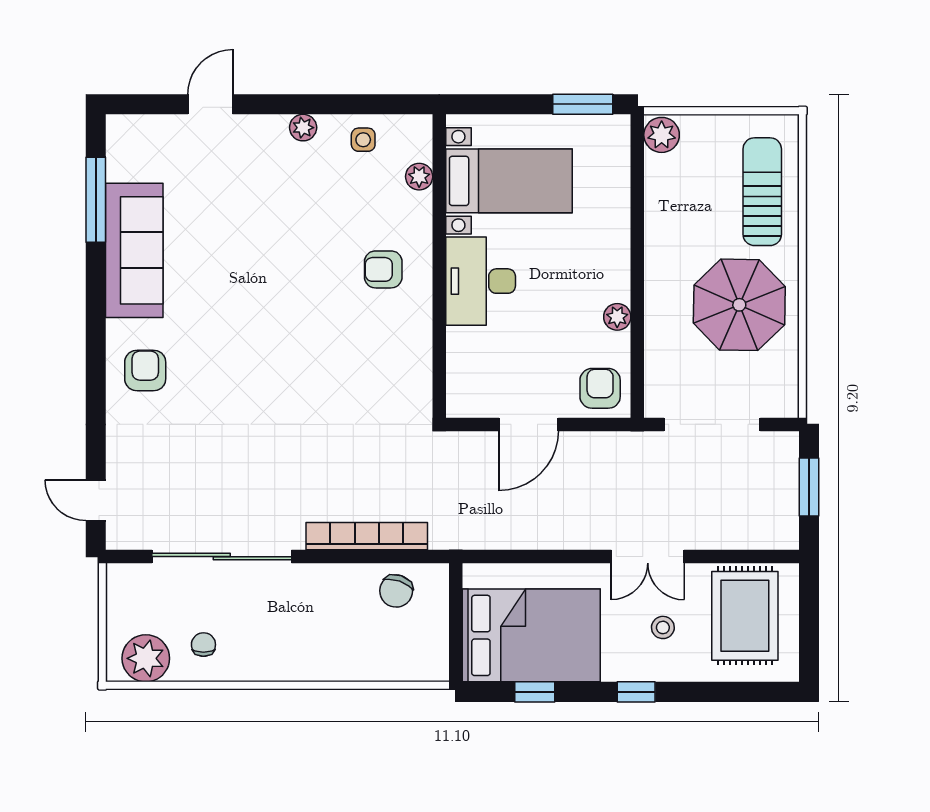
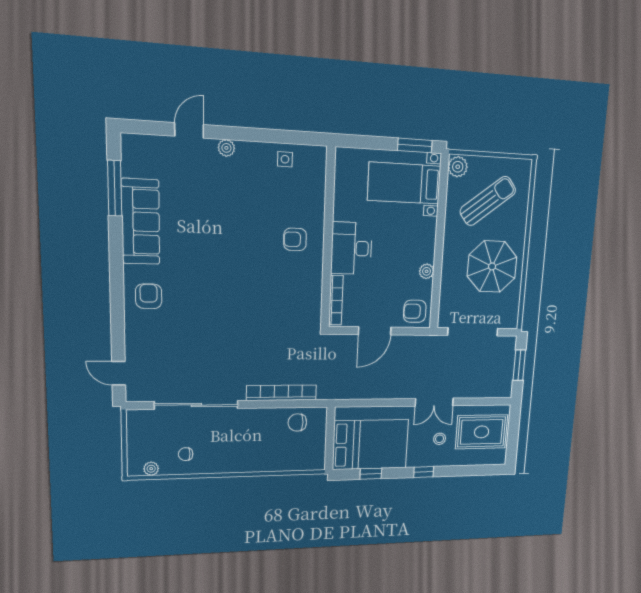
plant: (303, 128) -> (226, 148), moved
plant: (419, 177) -> (318, 184), removed
bed with nightstands: (509, 181) -> (404, 183), moved, turned 180
sun lounger: (762, 192) -> (488, 201), moved, turned 52
bookcase: (457, 371) -> (336, 300), added
armchair: (600, 388) -> (415, 311), turned -90
chair: (396, 591) -> (297, 422), turned 71
rug: (745, 616) -> (482, 432), turned 90
chair: (203, 645) -> (186, 454), turned -90
plant: (146, 658) -> (151, 469), width x0.53, depth x0.53

